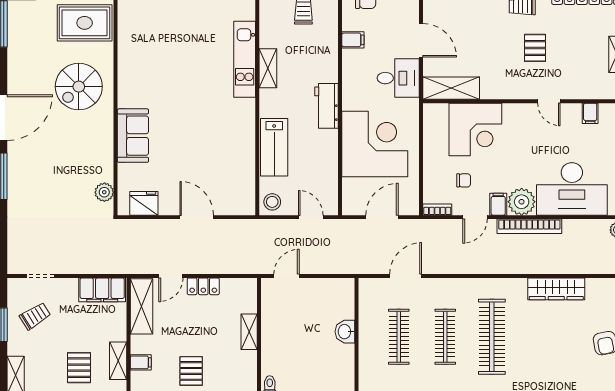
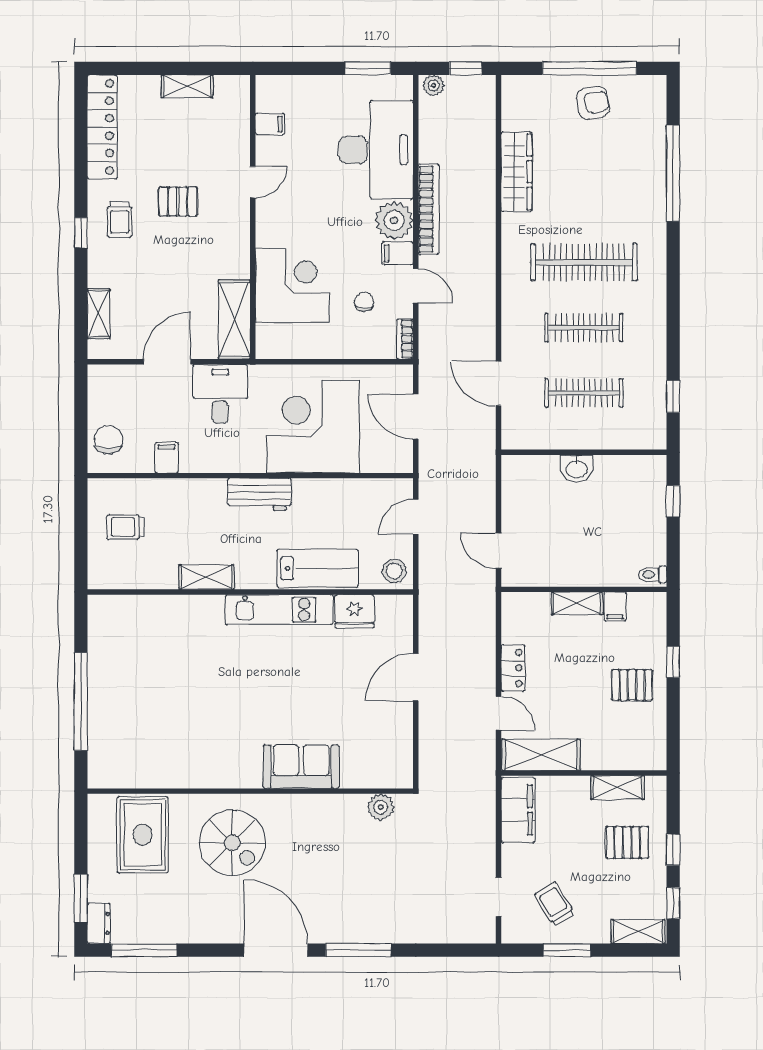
kitchen unit: (245, 59) -> (279, 610), moved
fridge: (144, 203) -> (355, 611), moved, turned -90
filing cabinet: (141, 362) -> (615, 607), moved, turned 180

